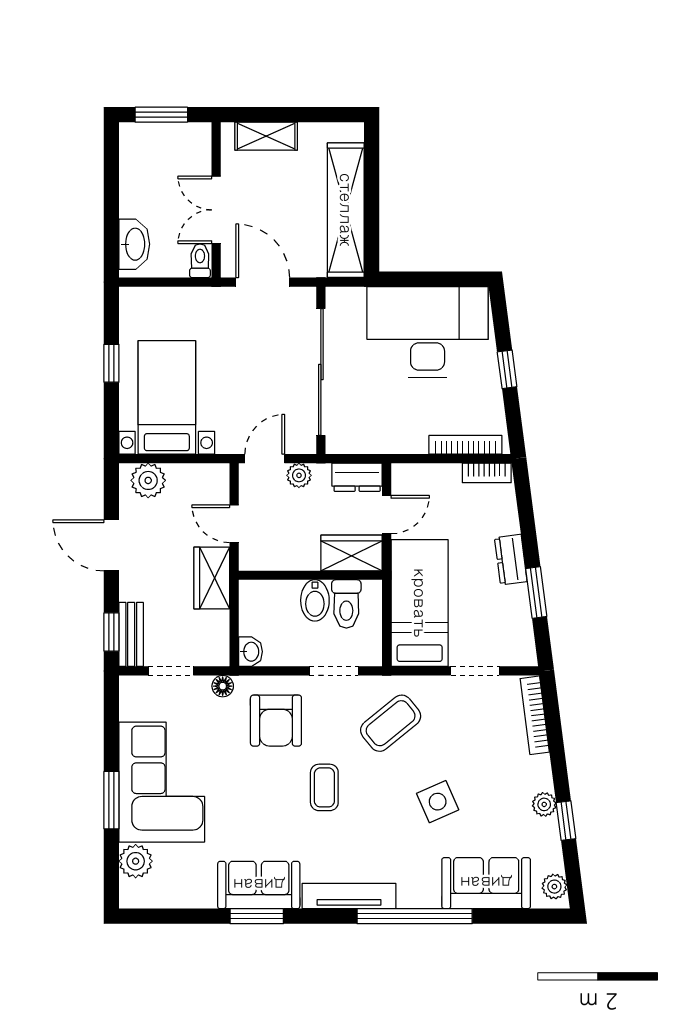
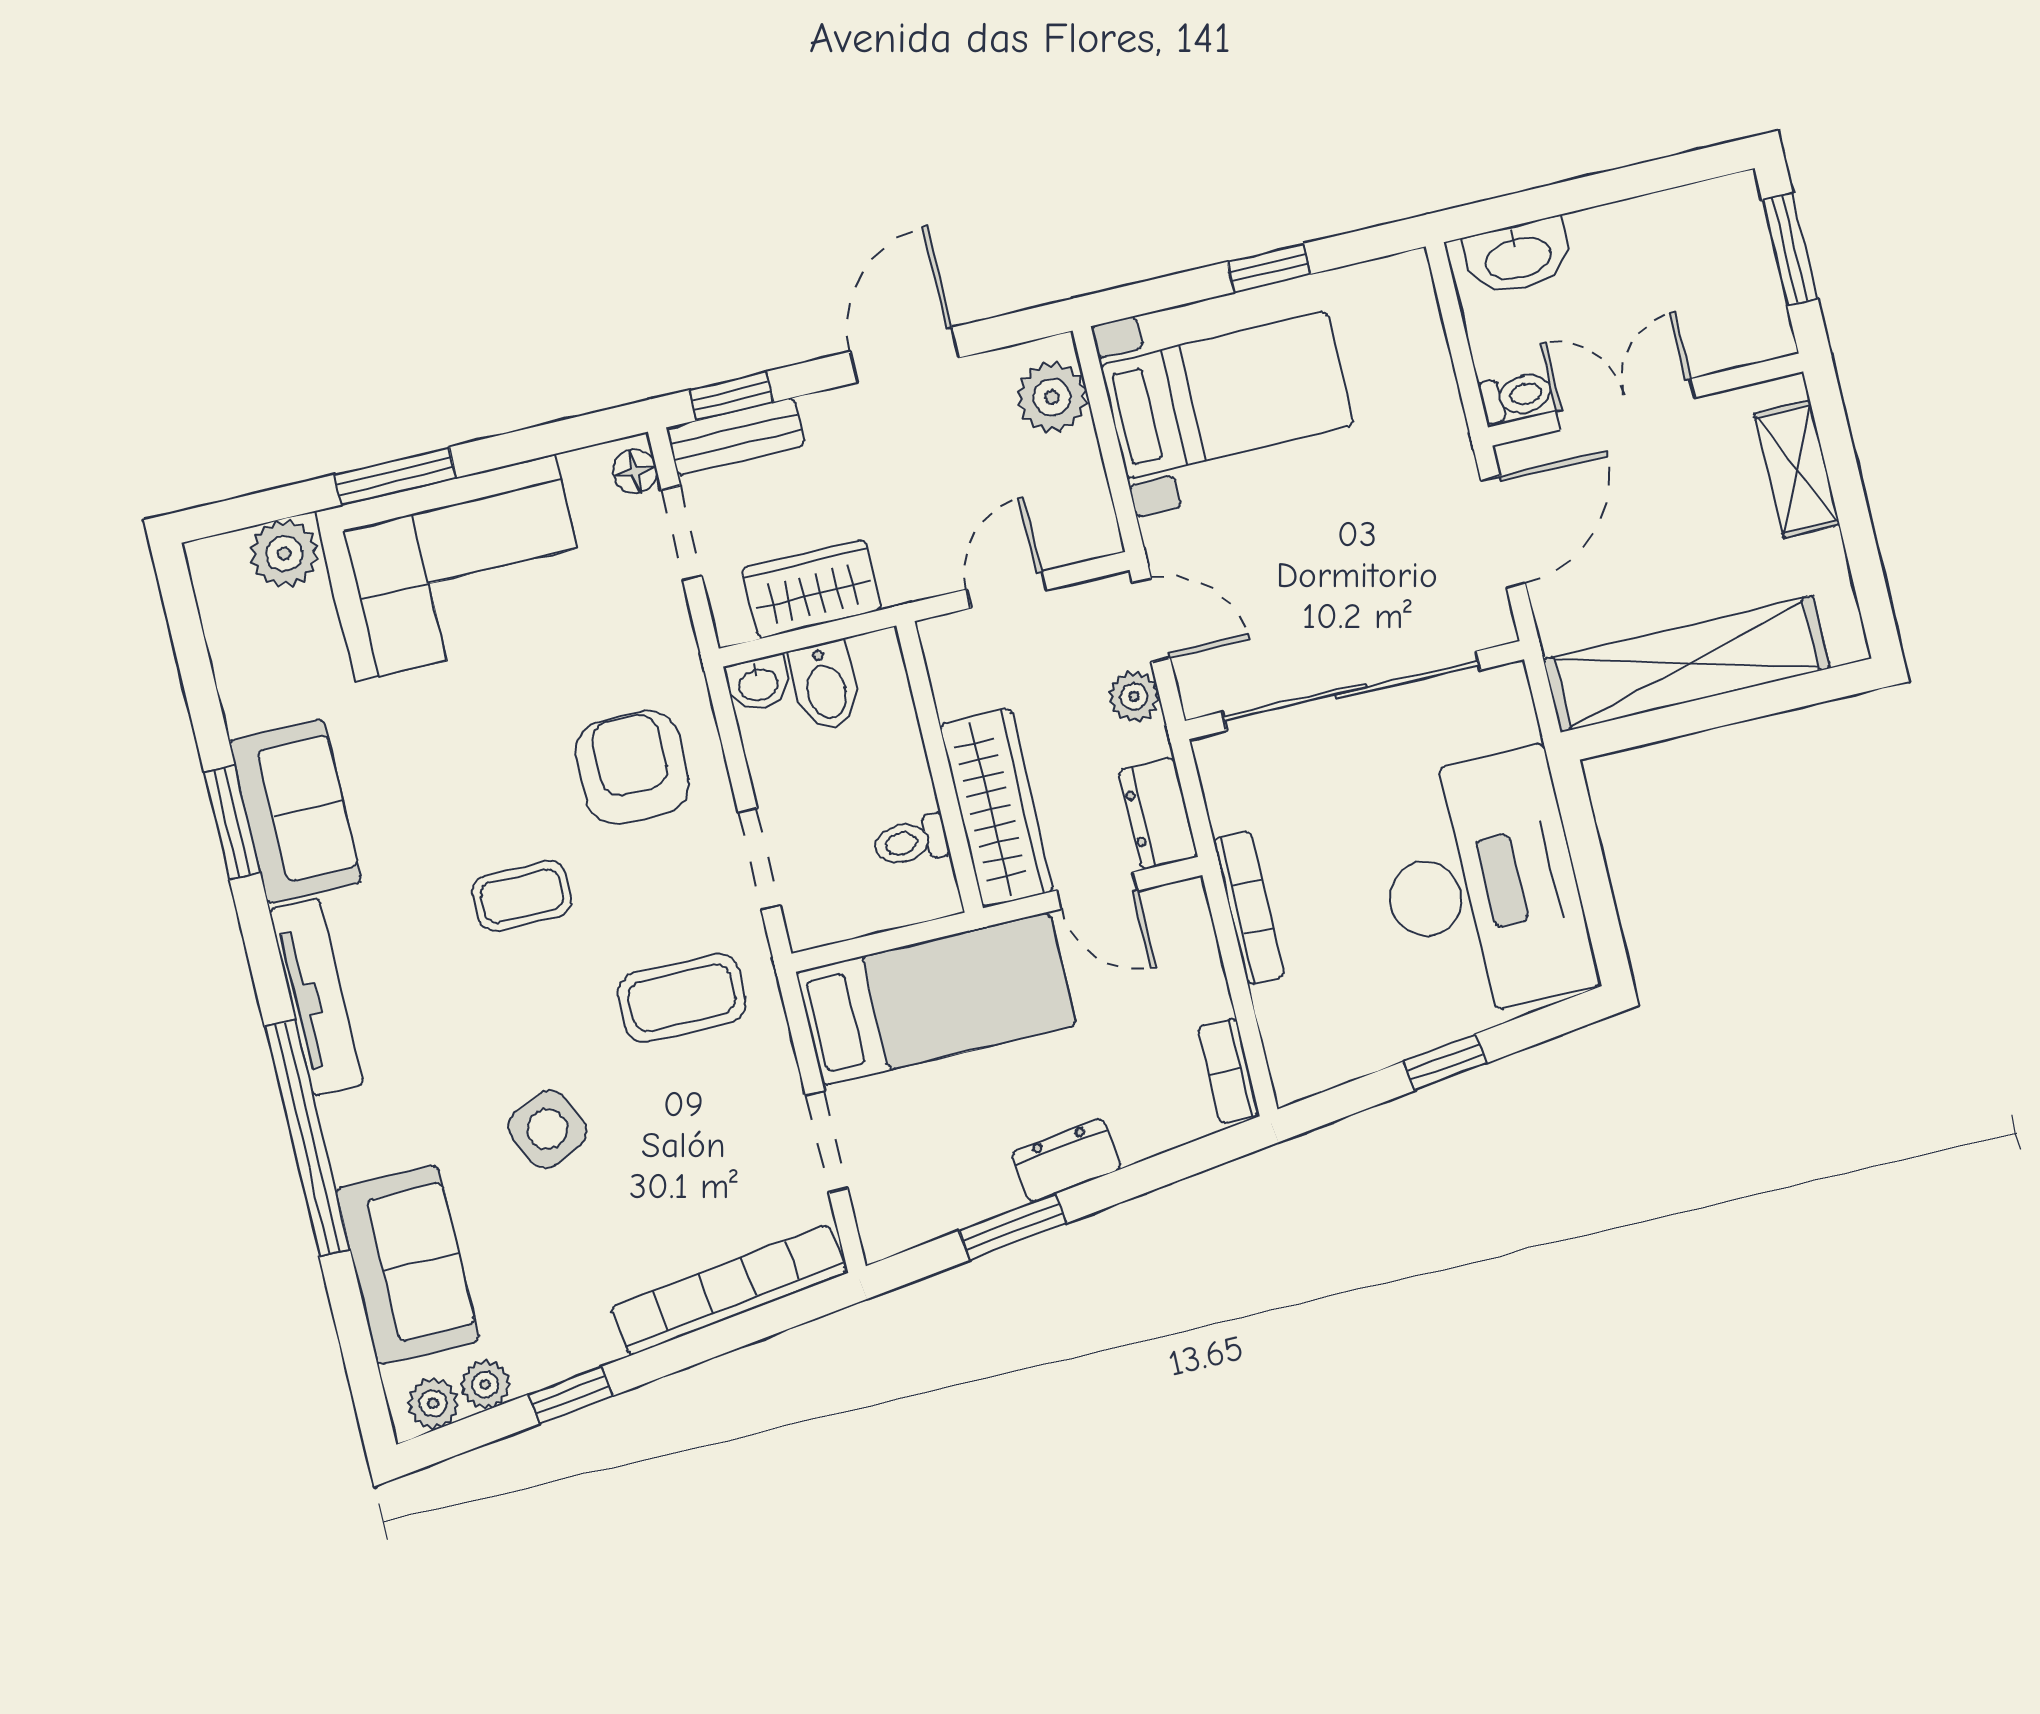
bookcase: (465, 445) -> (1249, 908), moved
wardrobe: (351, 553) -> (996, 808), width x1.50
wardrobe: (212, 578) -> (812, 589), moved
bidet: (315, 600) -> (825, 686), moved, turned -90
toilet: (346, 604) -> (911, 841), width x0.73, depth x0.72
floor lamp: (223, 686) -> (635, 471), moved
bookcase: (535, 715) -> (729, 1290), width x1.48, depth x1.31
armchair: (276, 721) -> (633, 767), turned 90
coffee table: (391, 723) -> (682, 998), turned -51
plant: (544, 804) -> (485, 1385), moved

